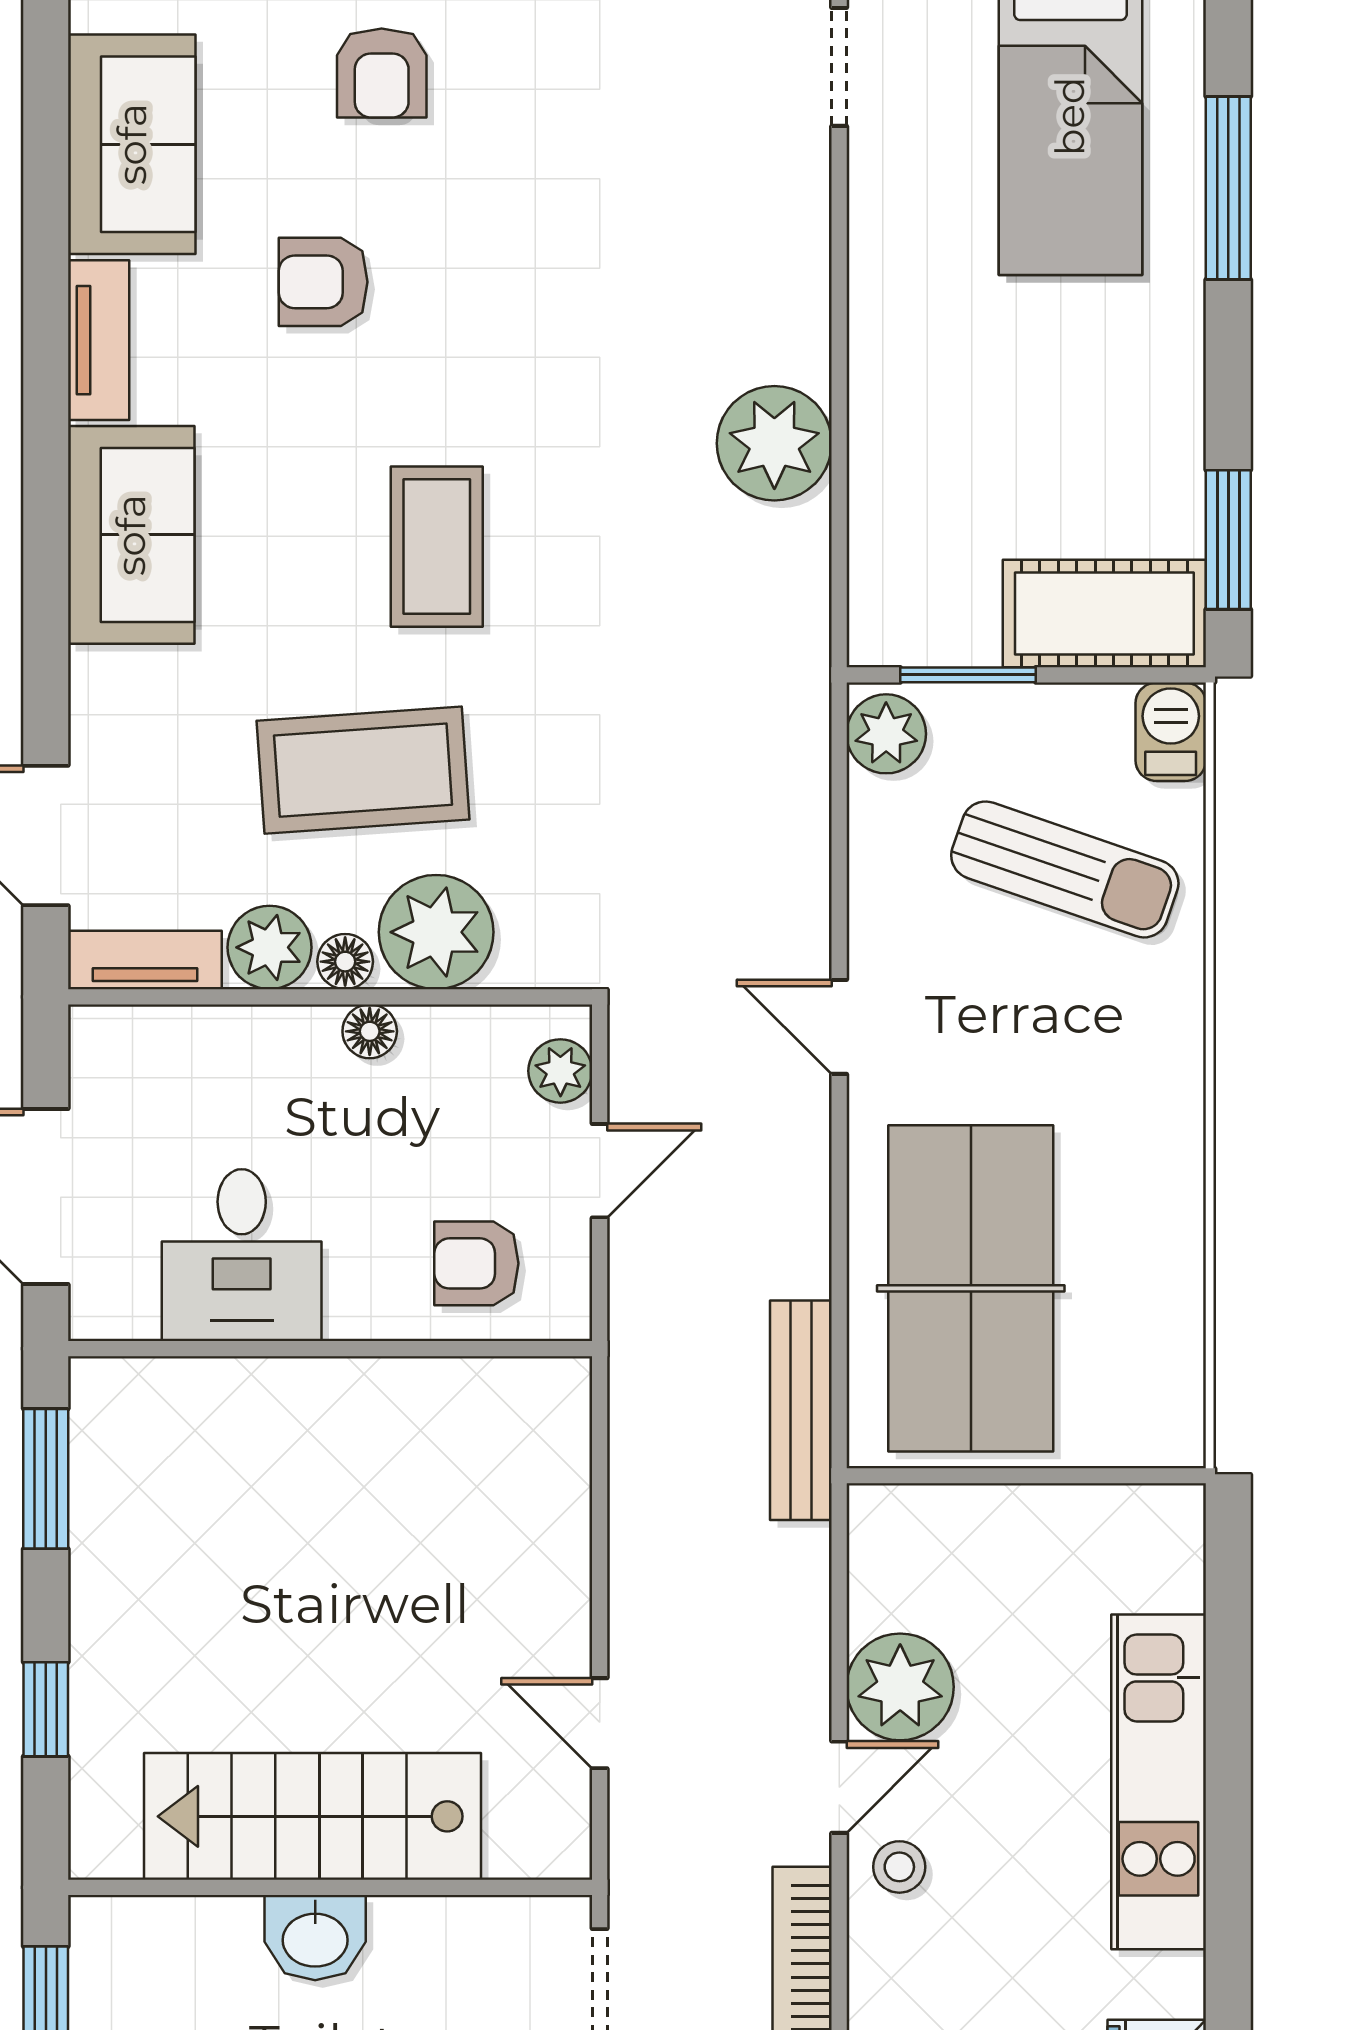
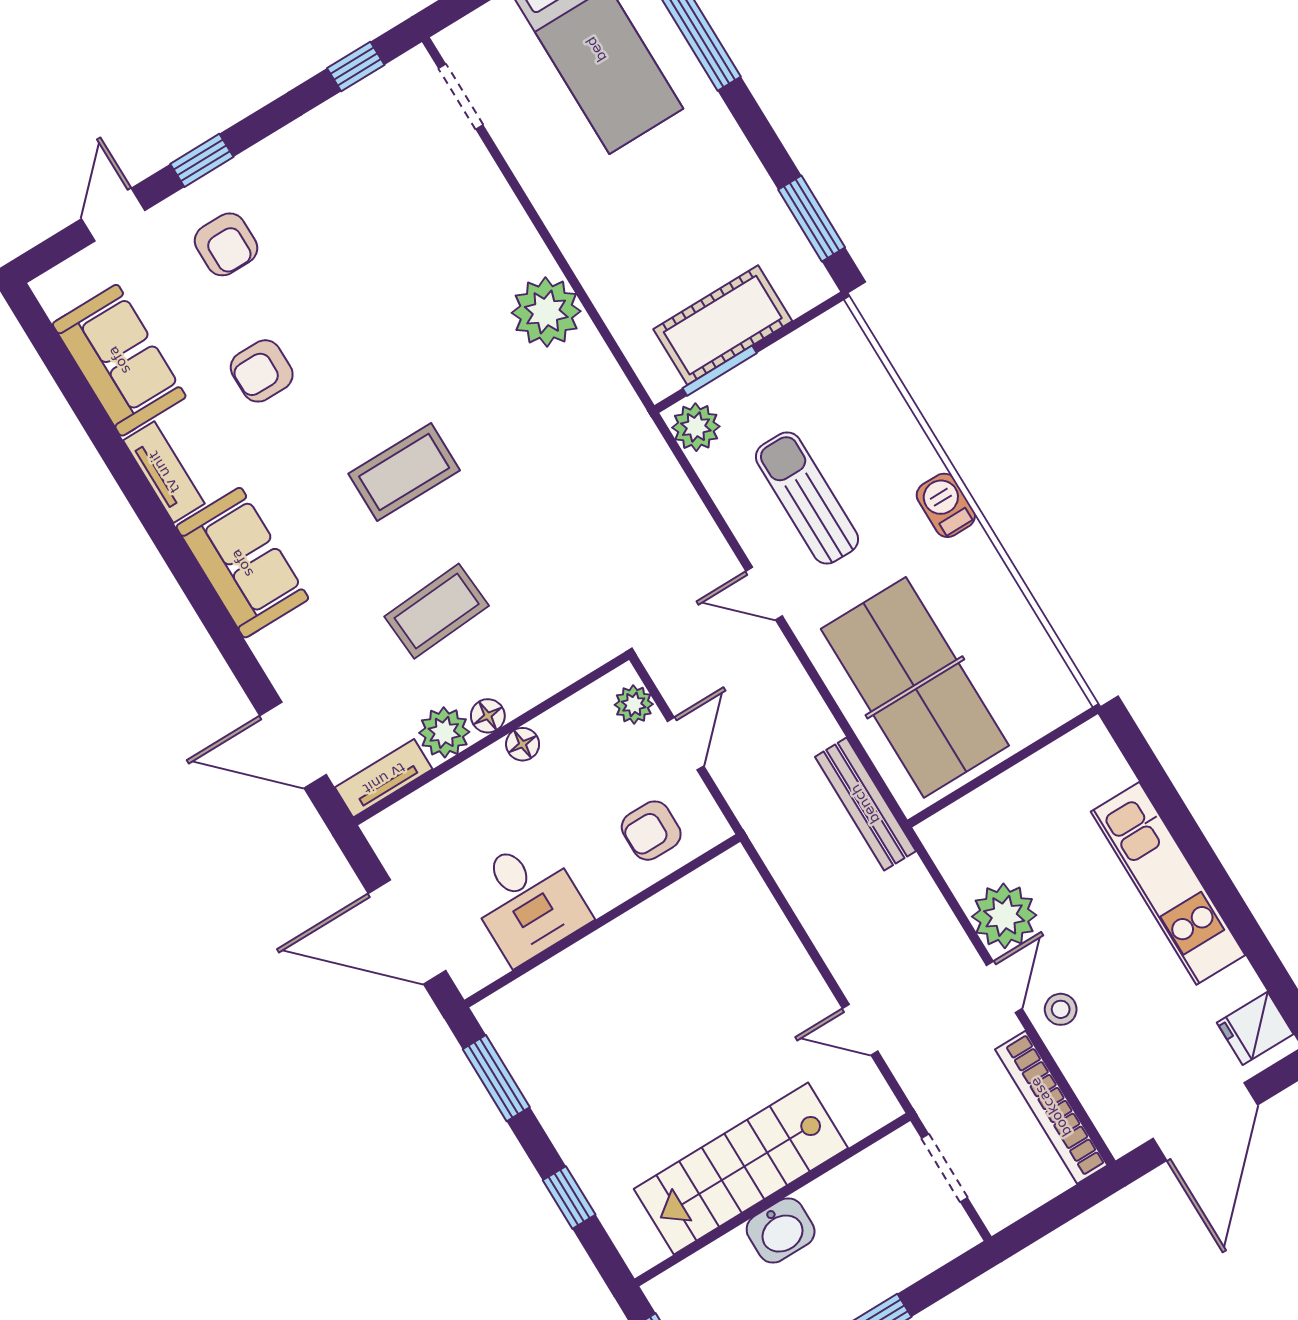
coffee table: (437, 547) -> (404, 472), turned 90
cot: (1104, 613) -> (723, 325), moved
barbecue: (1171, 732) -> (946, 505), moved
coffee table: (363, 770) -> (437, 611), width x0.73, depth x0.76
sun lounger: (1065, 869) -> (807, 498), moved, turned -109
plant: (436, 932) -> (526, 672), removed

